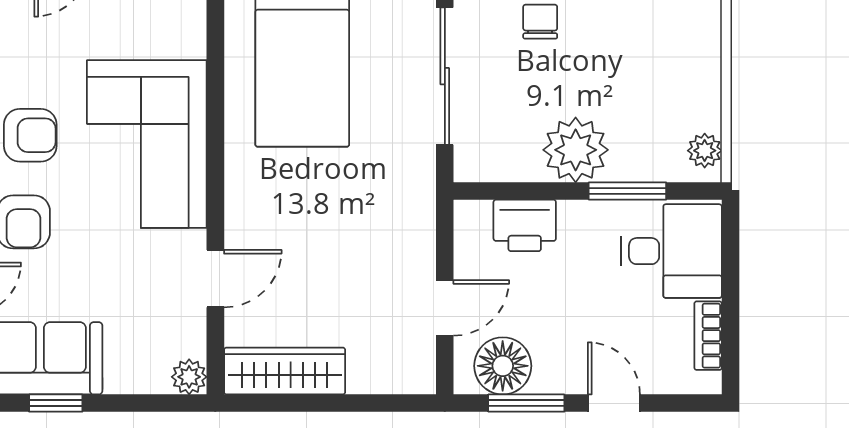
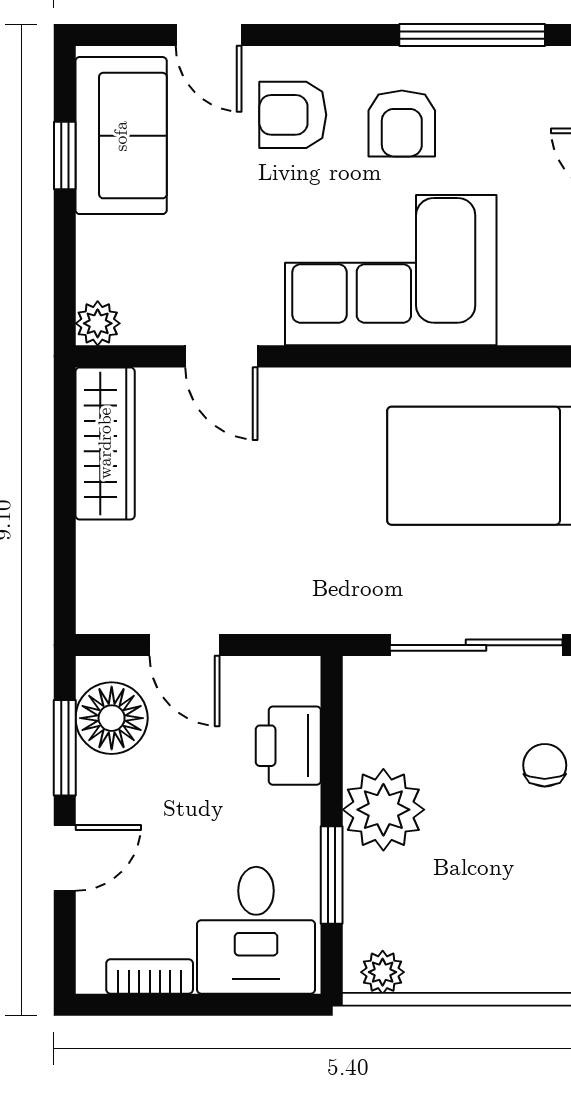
chair: (540, 22) -> (545, 765), turned -90

